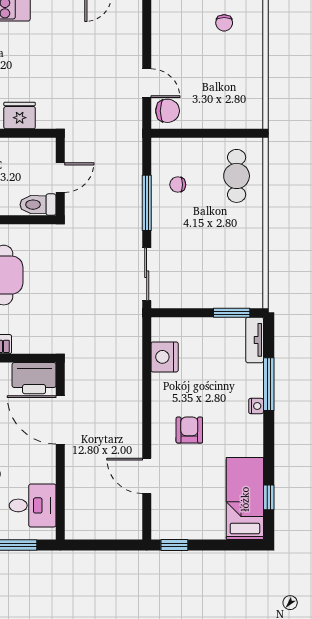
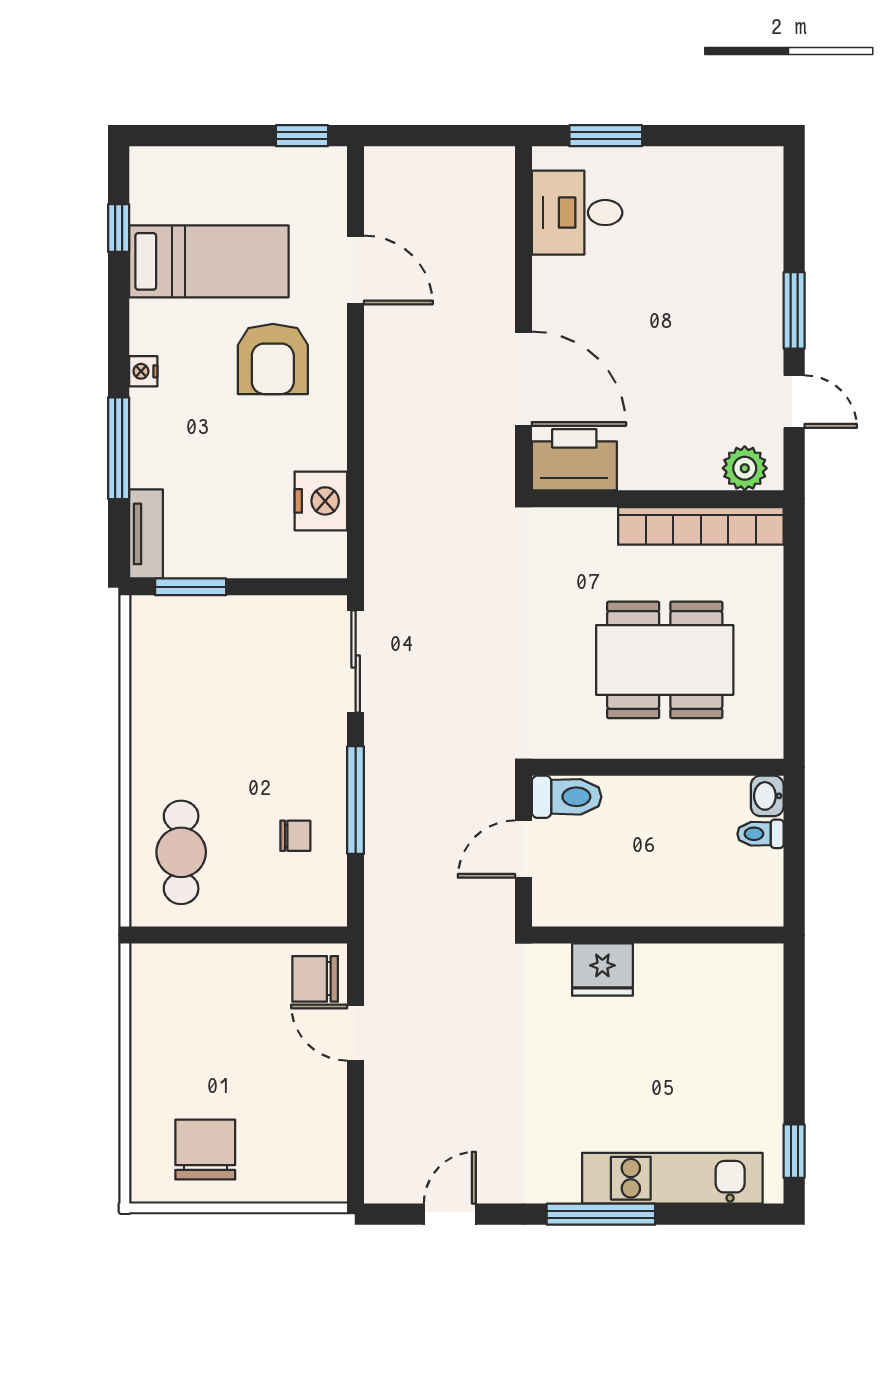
chair: (224, 23) -> (205, 1150), width x1.87, depth x1.87
nightstand: (256, 406) -> (143, 371), moved
armchair: (189, 430) -> (273, 359), width x1.38, depth x1.38
bed: (245, 499) -> (209, 261), moved, turned -90

